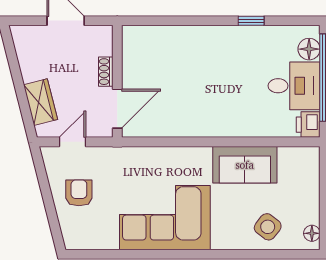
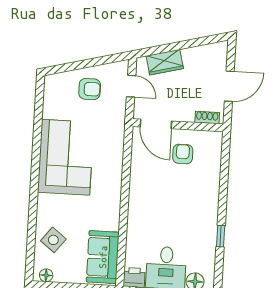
shoe rack: (106, 72) -> (207, 117), moved
armchair: (152, 73) -> (183, 154), added
sofa: (245, 165) -> (103, 257), moved

